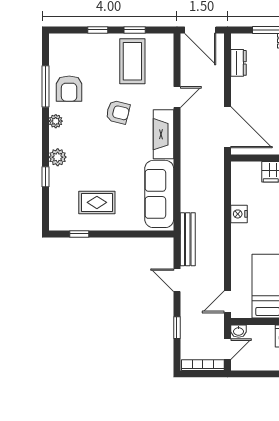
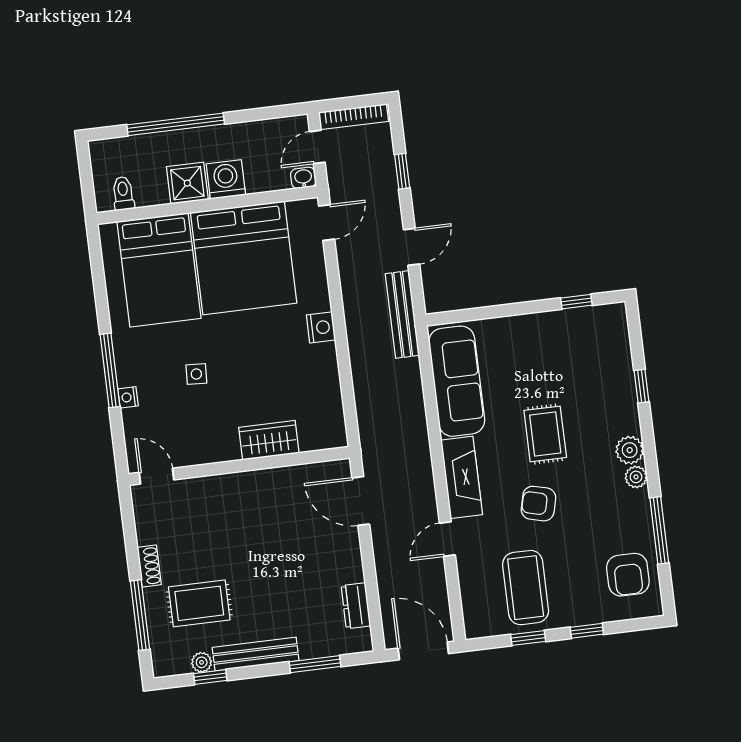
armchair: (69, 89) -> (628, 575), moved, turned 180
door: (228, 127) -> (361, 501), width x0.73
plant: (58, 157) -> (630, 450), moved
rug: (97, 202) -> (545, 434), moved, turned 90
nightstand: (239, 214) -> (321, 327), moved
door: (177, 280) -> (411, 247), hinge flipped

